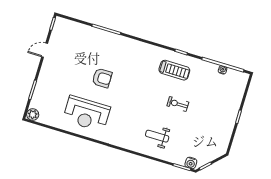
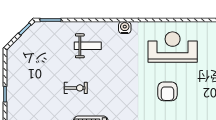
armchair: (102, 78) -> (167, 91), turned -90
water cooler: (191, 163) -> (125, 28), moved

